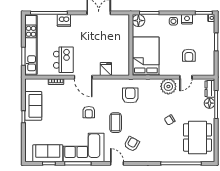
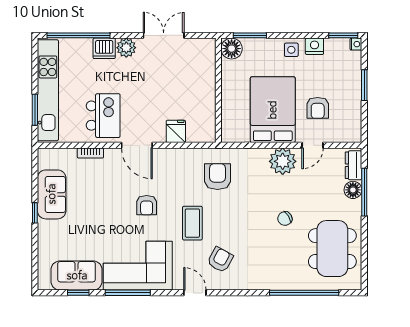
plant: (77, 20) -> (126, 48), added
bed: (146, 56) -> (273, 110), moved

